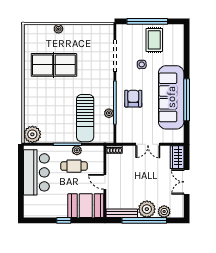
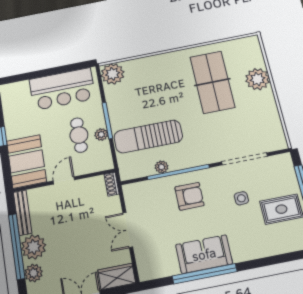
plant: (58, 29) -> (258, 79), width x1.88, depth x1.88
sofa: (171, 97) -> (204, 254), width x0.54, depth x0.79

